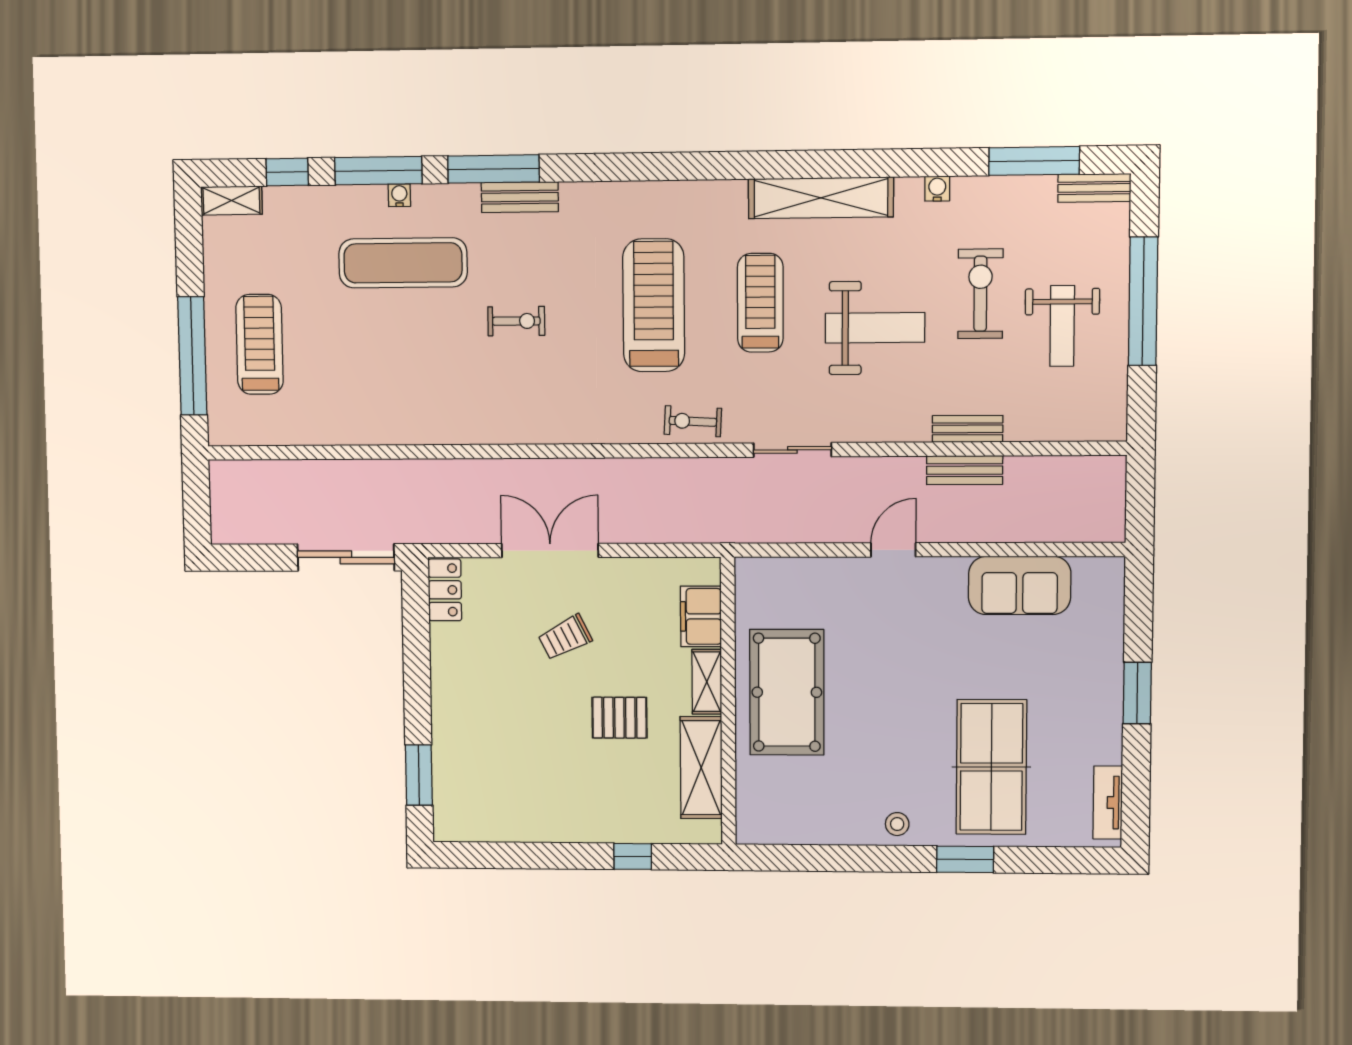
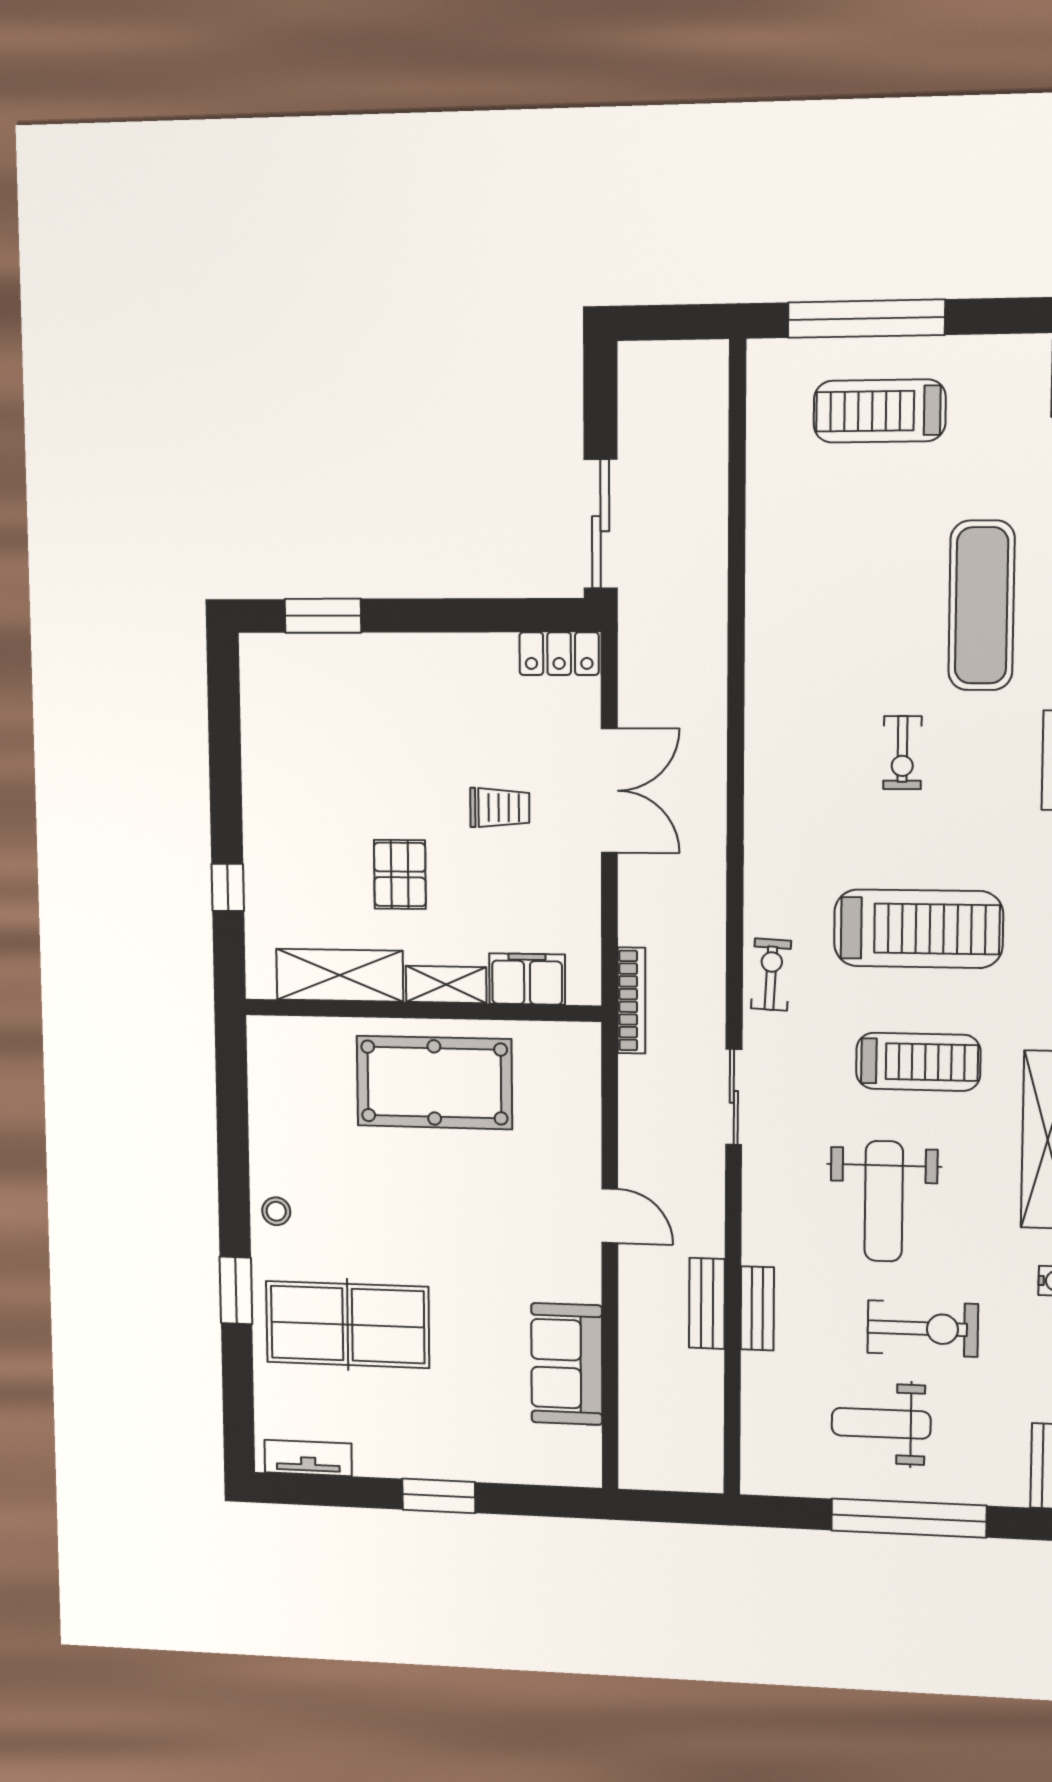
treadmill: (259, 344) -> (880, 411), turned 180
bookcase: (716, 533) -> (631, 1001), added
trolley: (565, 637) -> (500, 808), turned 117

